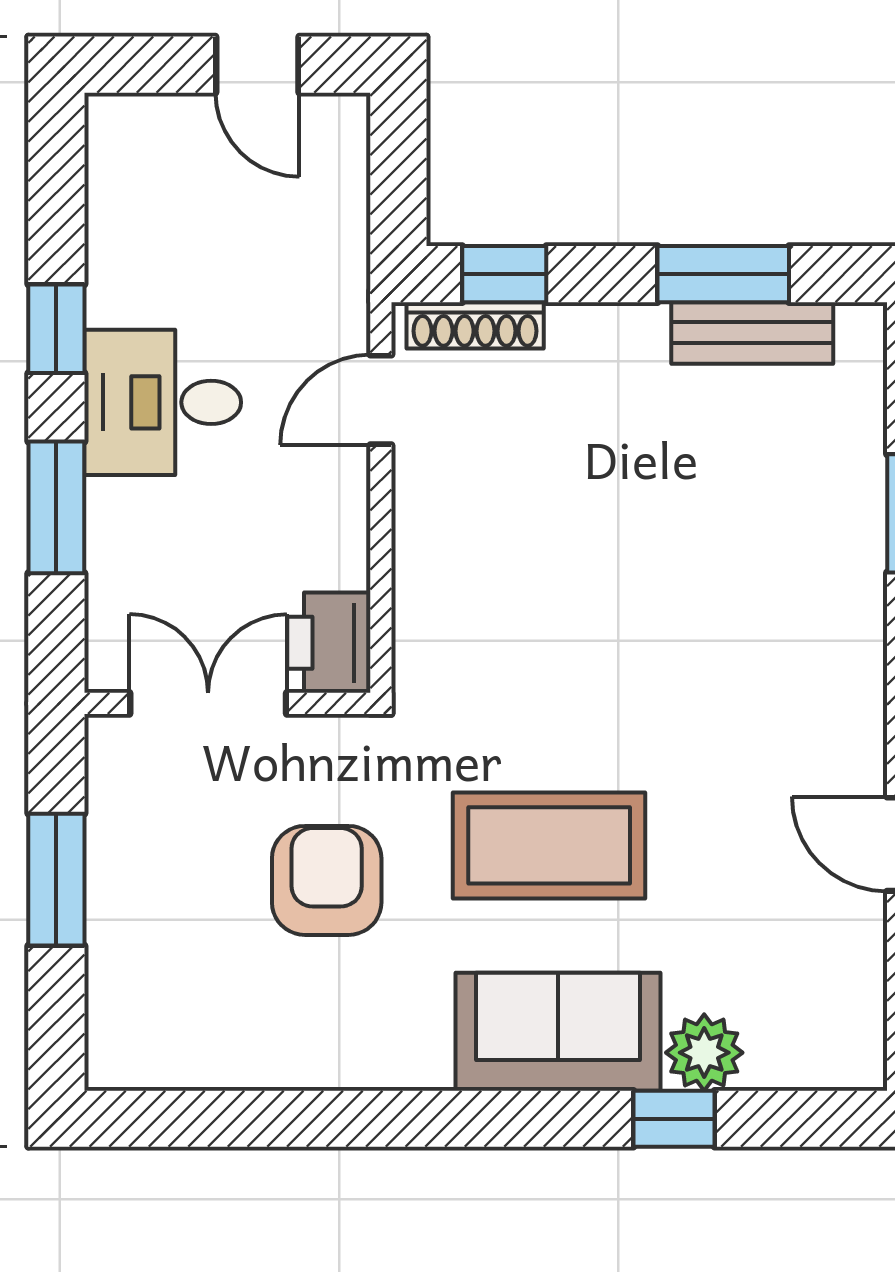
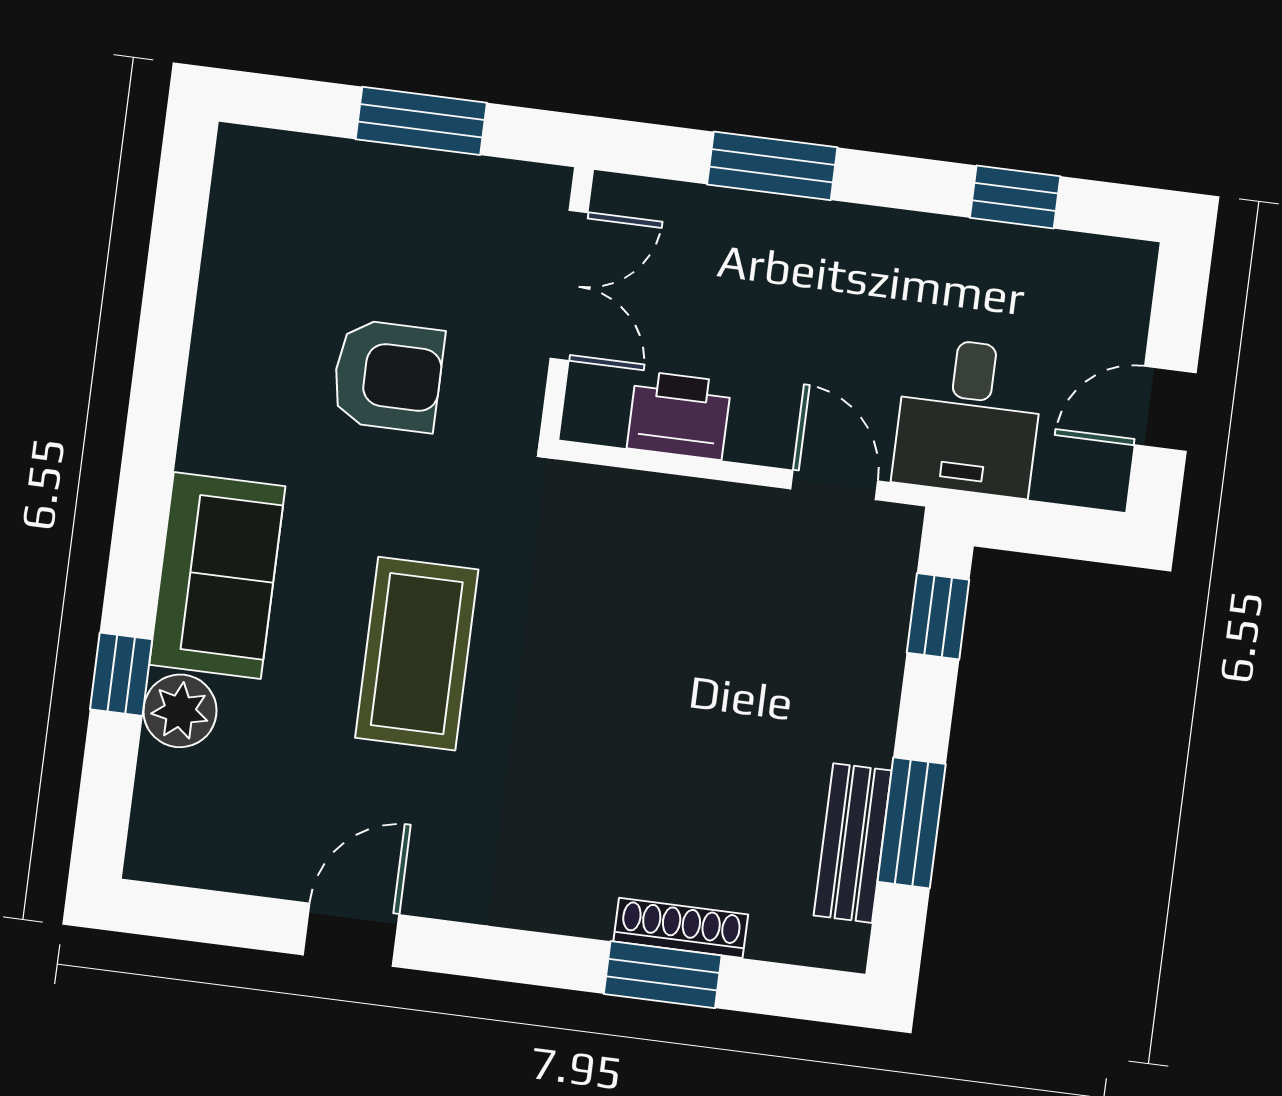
shoe rack: (475, 325) -> (681, 928), moved, turned 90
window: (56, 329) -> (1015, 197), moved
desk: (163, 402) -> (969, 417), moved, turned 180
printer: (329, 643) -> (679, 415), moved
coffee table: (549, 845) -> (417, 654), moved

